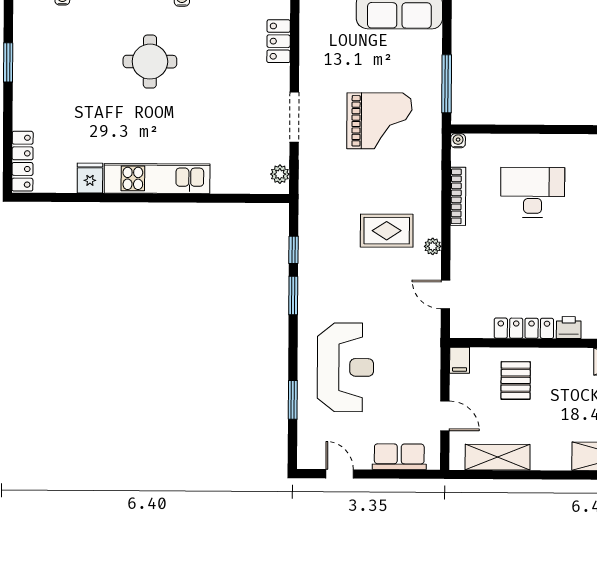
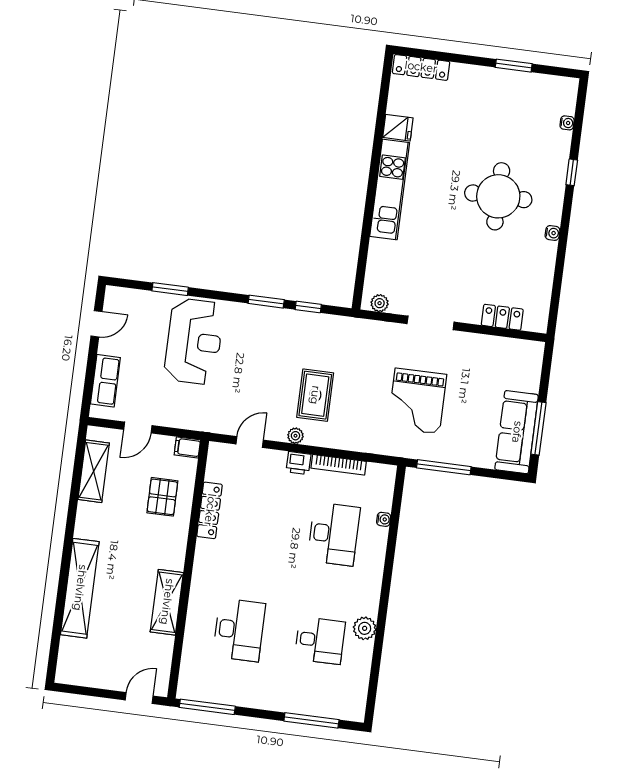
round table: (150, 62) -> (498, 196), width x1.36, depth x1.36
water cooler: (458, 141) -> (384, 519), moved
printer: (569, 328) -> (298, 463), moved, turned 90
reception desk: (345, 367) -> (194, 341), turned -90
pallet: (516, 380) -> (162, 497), turned 90

